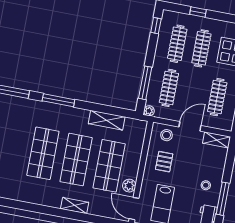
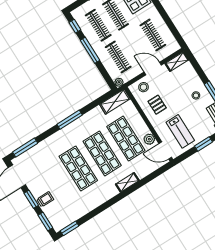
window: (145, 83) -> (90, 50), moved
window: (58, 100) -> (70, 120), moved
shelving: (107, 120) -> (115, 102), moved
door: (190, 126) -> (153, 68), hinge flipped

